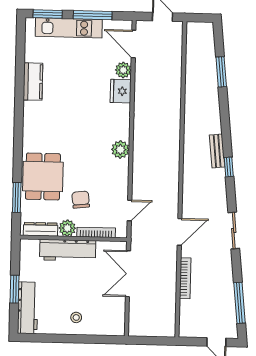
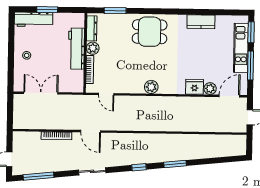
window: (221, 72) -> (175, 164), moved
bench: (217, 151) -> (151, 159), removed
dining table: (43, 176) -> (150, 32), moved
chair: (81, 200) -> (114, 58), removed
double door: (128, 274) -> (41, 93), moved

